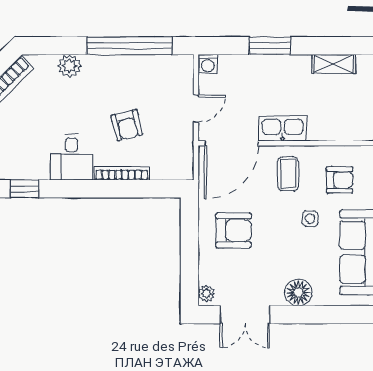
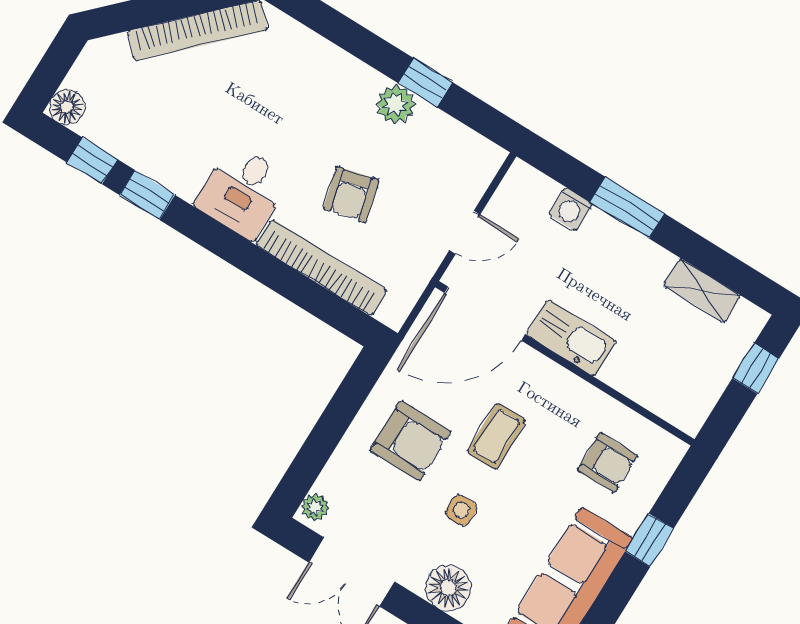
window: (129, 46) -> (425, 83), width x0.32
washing machine: (208, 64) -> (570, 209), moved
plant: (70, 66) -> (396, 104), moved
bookcase: (122, 173) -> (321, 267), width x1.48, depth x1.31
coffee table: (288, 174) -> (496, 436), moved
side table: (310, 219) -> (461, 510), moved

